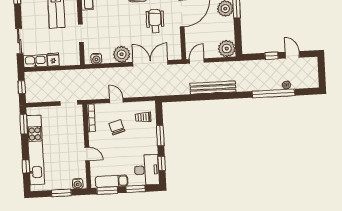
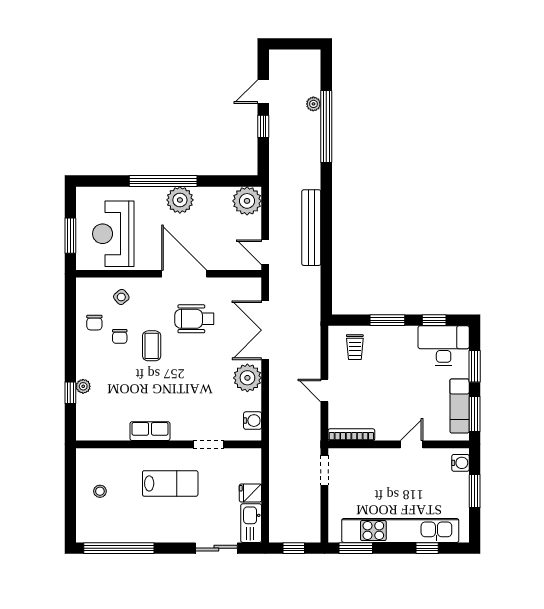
door: (116, 100) -> (324, 391), hinge flipped
chair: (117, 127) -> (369, 392), removed

